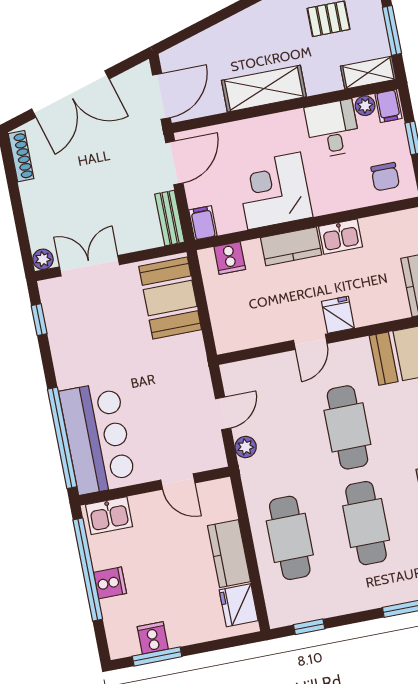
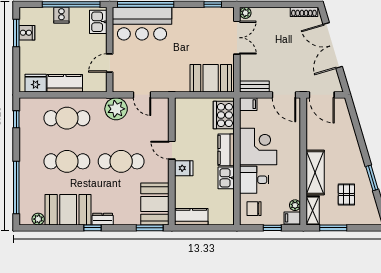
shelving: (264, 89) -> (315, 172), moved
desk: (333, 129) -> (254, 180), moved, turned 180
cooker: (230, 258) -> (224, 115), width x1.87, depth x1.31
plant: (246, 447) -> (116, 109), width x1.87, depth x1.87

